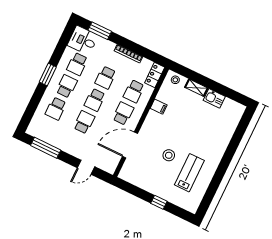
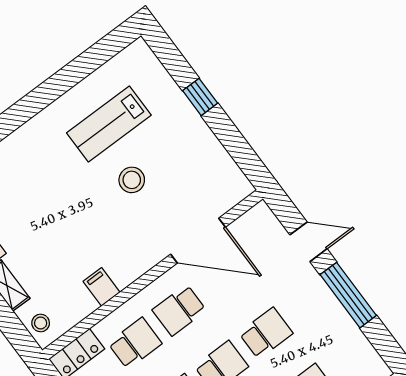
school desk: (84, 122) -> (266, 333), turned 180
window: (46, 148) -> (348, 295), moved

